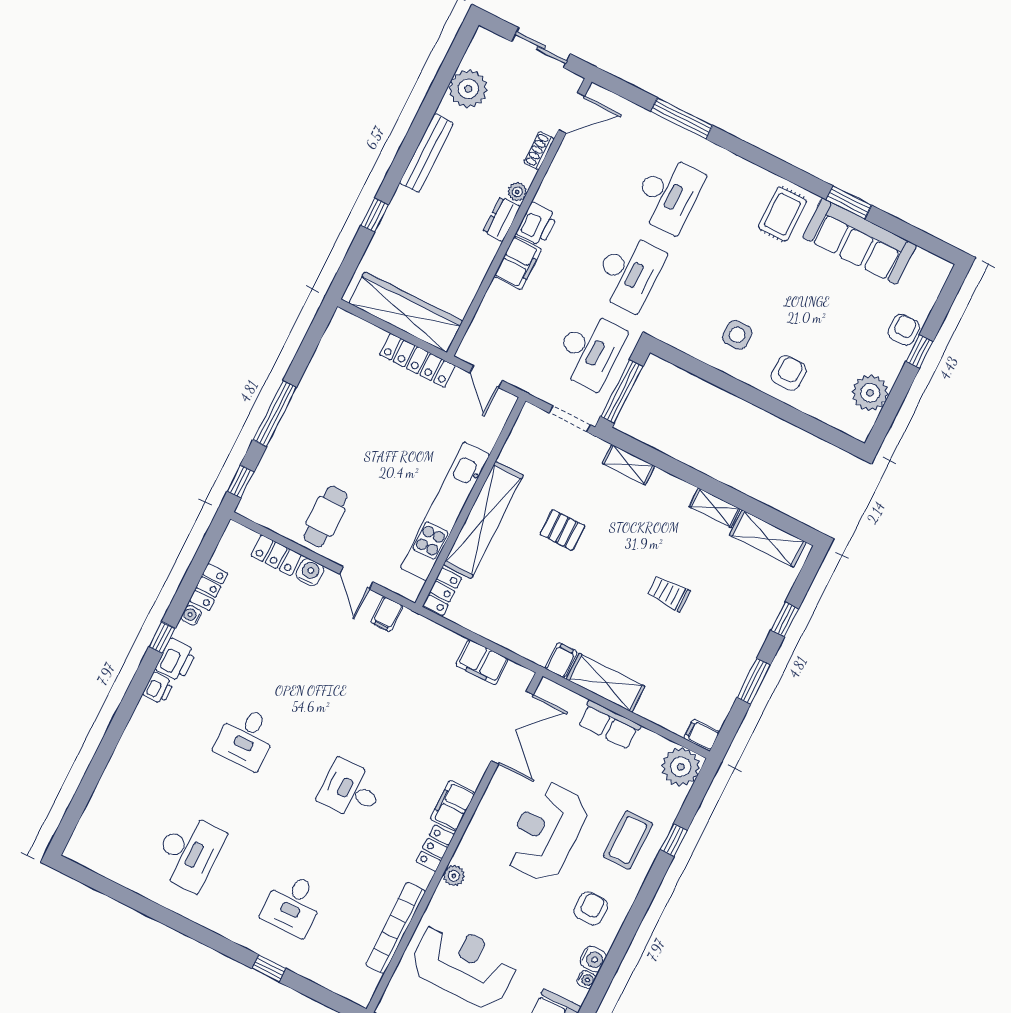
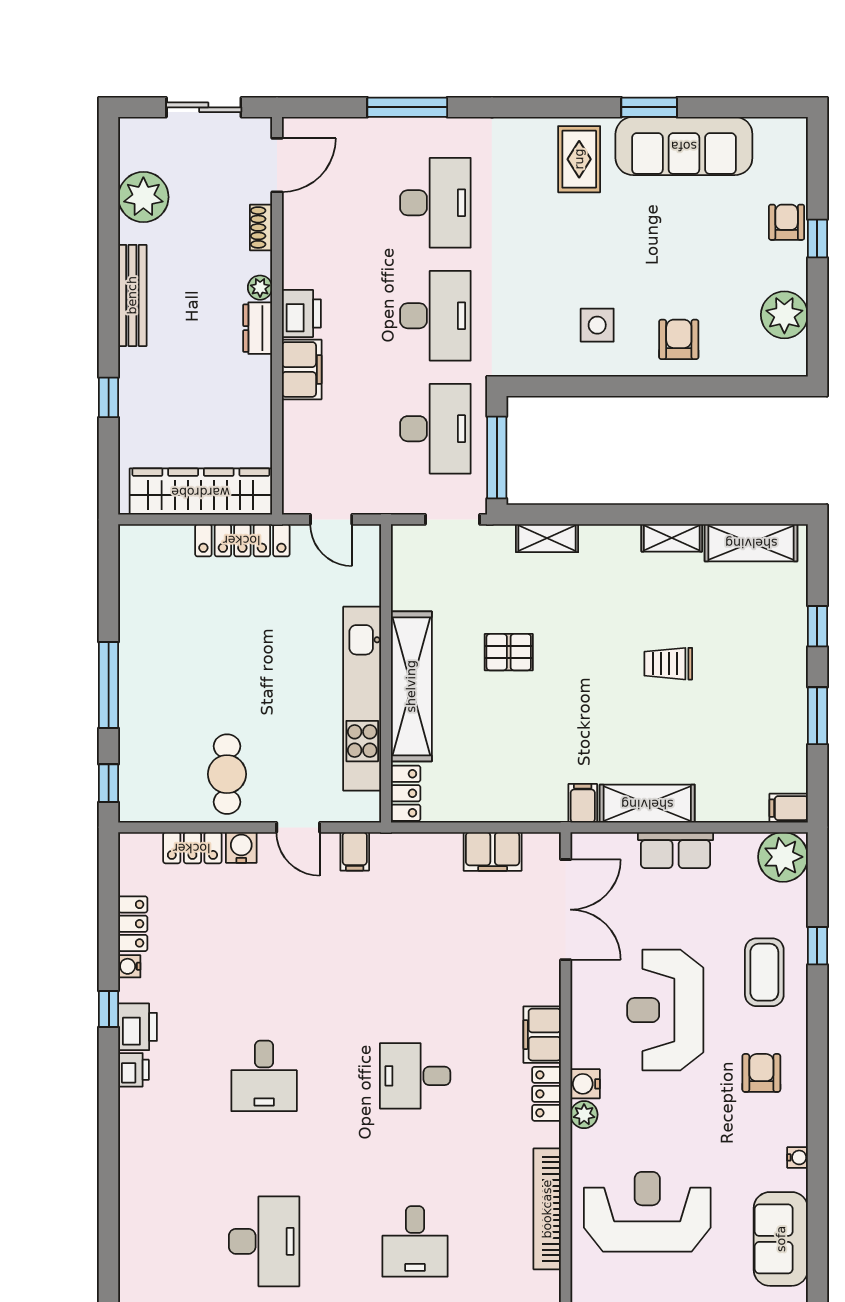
water cooler: (593, 959) -> (585, 1084), moved, turned 180

